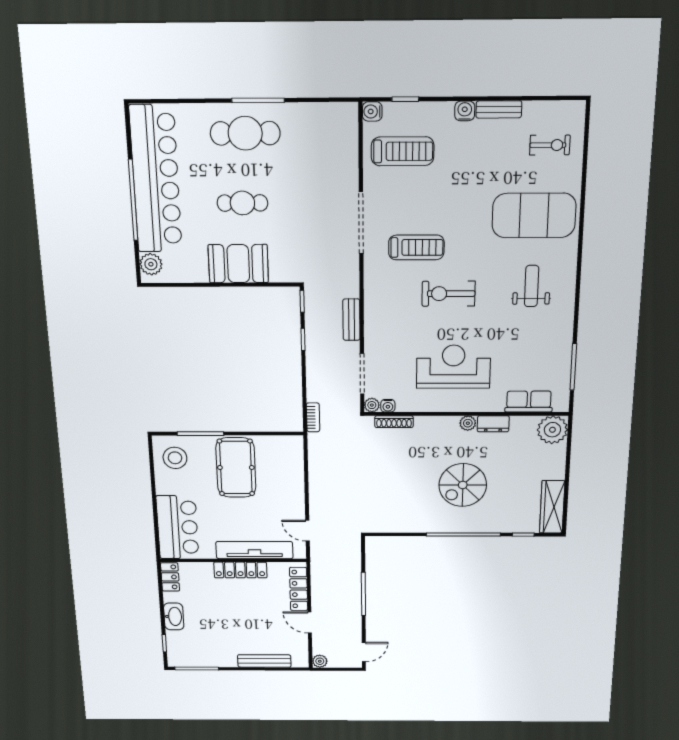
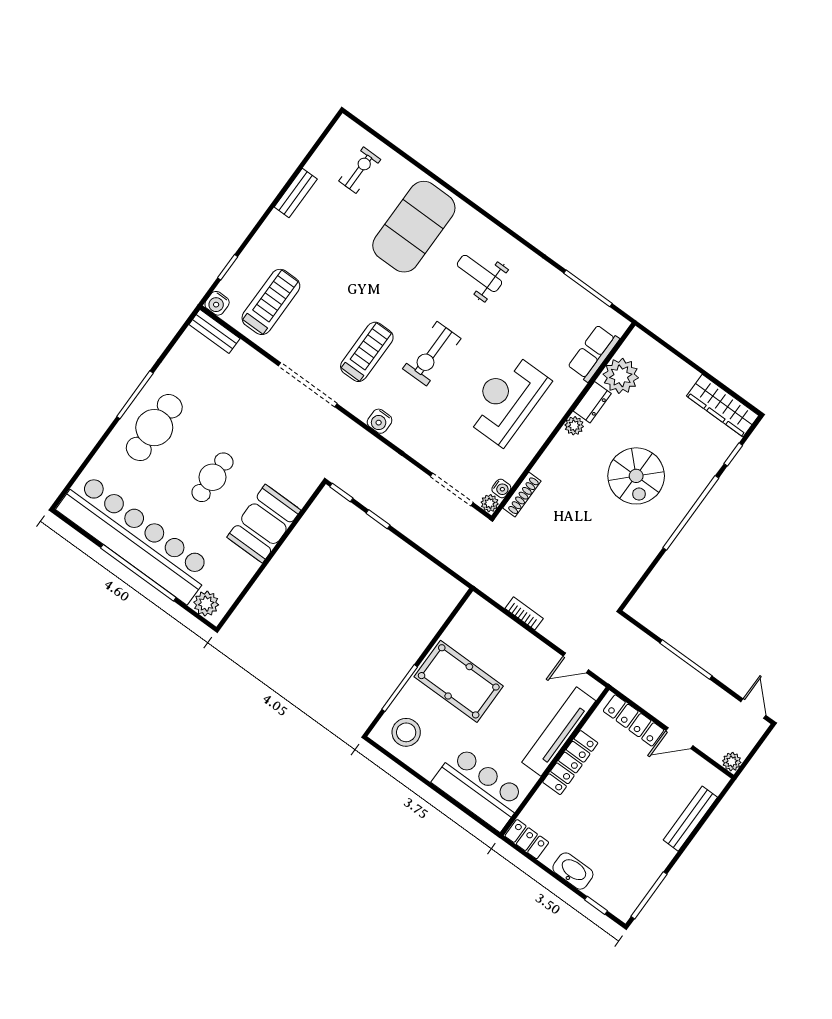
water cooler: (465, 111) -> (380, 421), moved, turned -90
bench: (351, 320) -> (214, 331), moved
bookcase: (313, 417) -> (524, 613), moved
plant: (552, 430) -> (621, 376), moved

